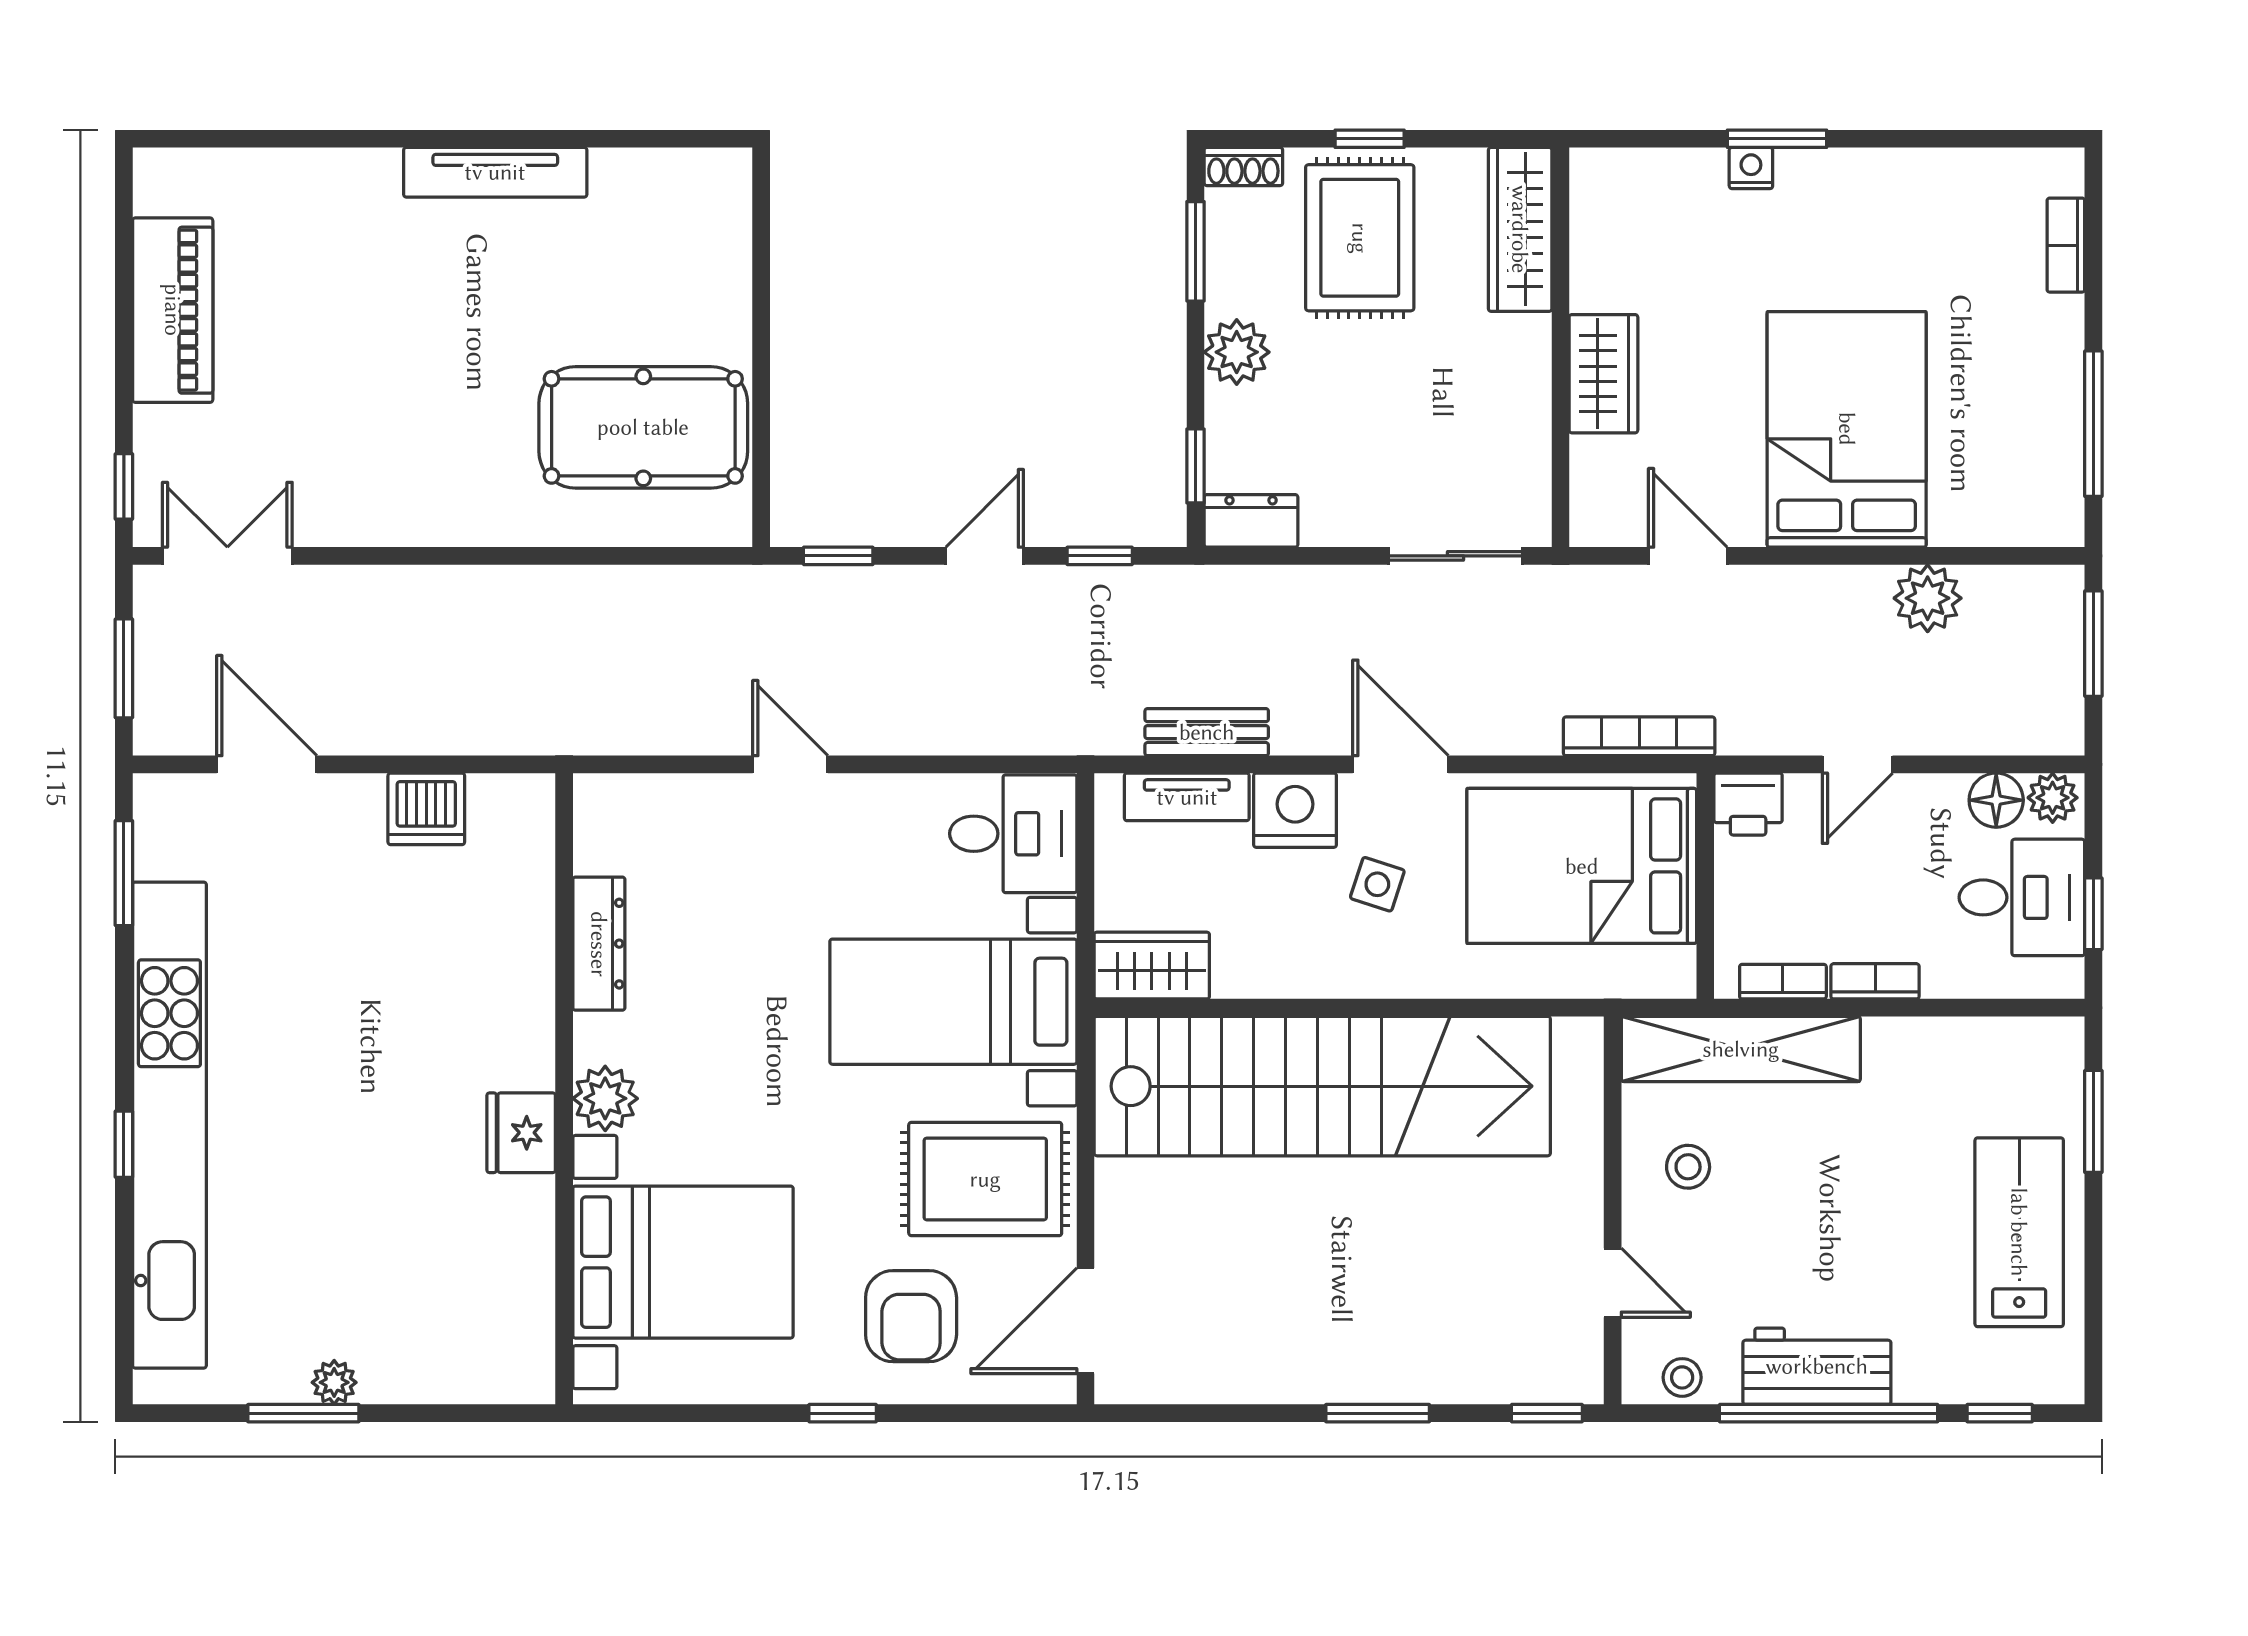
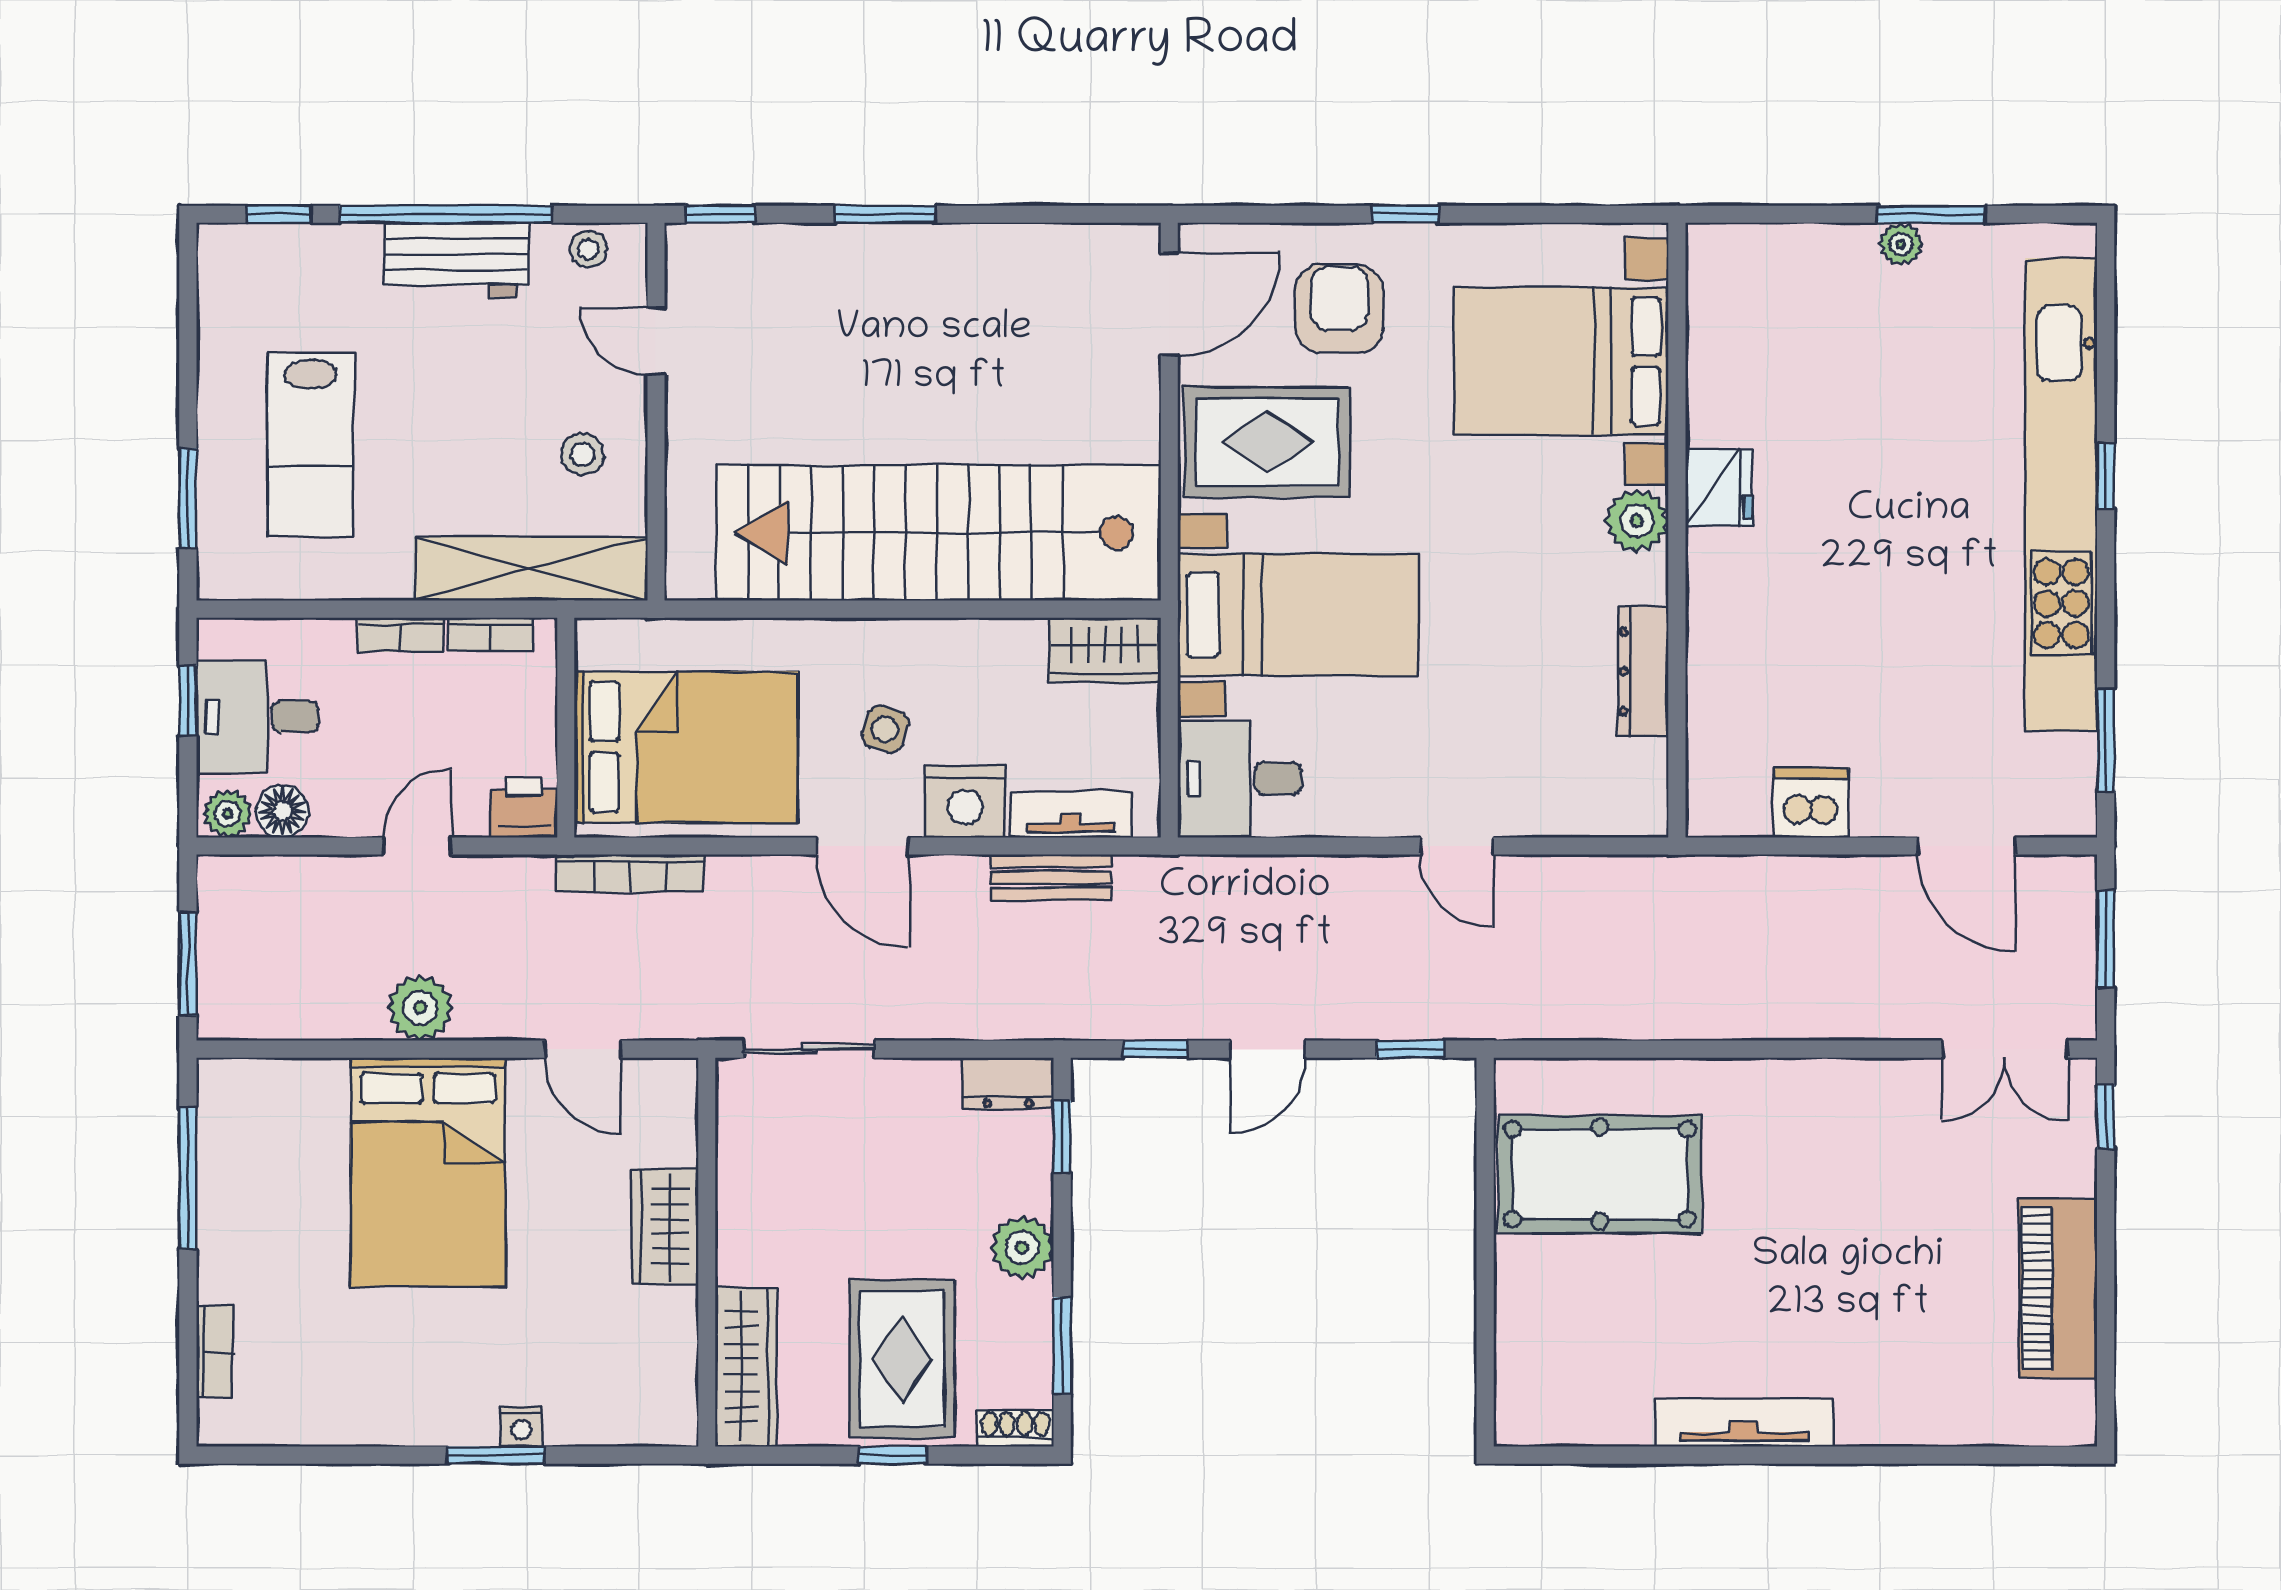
plant: (1928, 598) -> (420, 1008), moved
lab bench: (2019, 1232) -> (311, 444), moved

